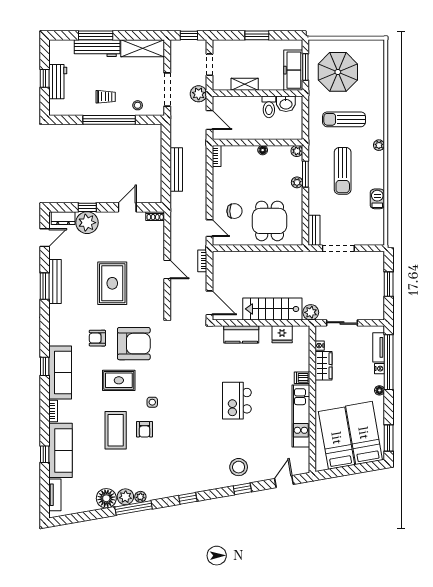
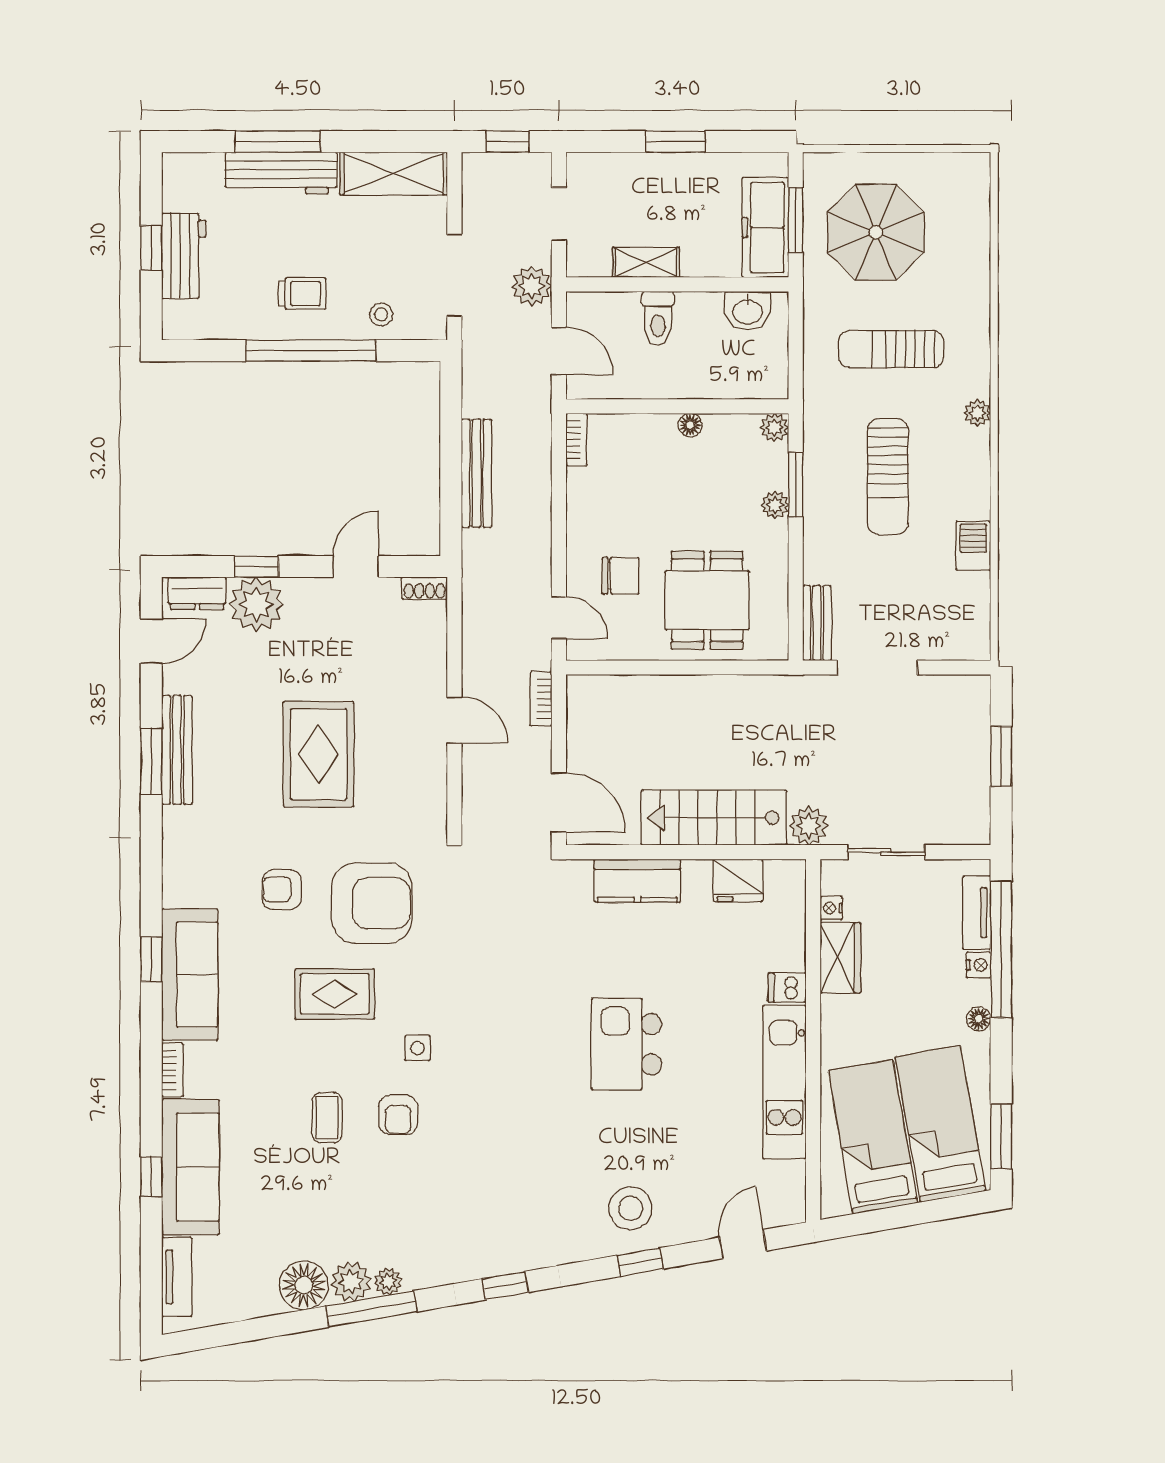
toilet: (269, 107) -> (658, 318), moved
coffee table: (116, 430) -> (327, 1118), width x0.54, depth x0.58

